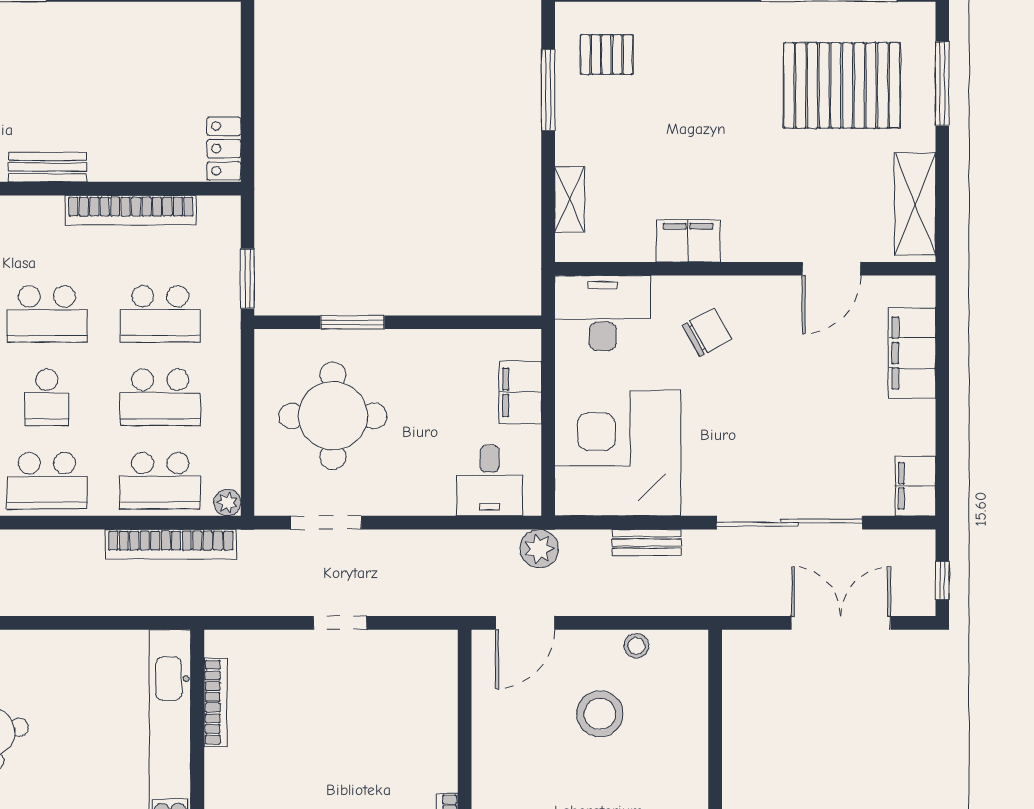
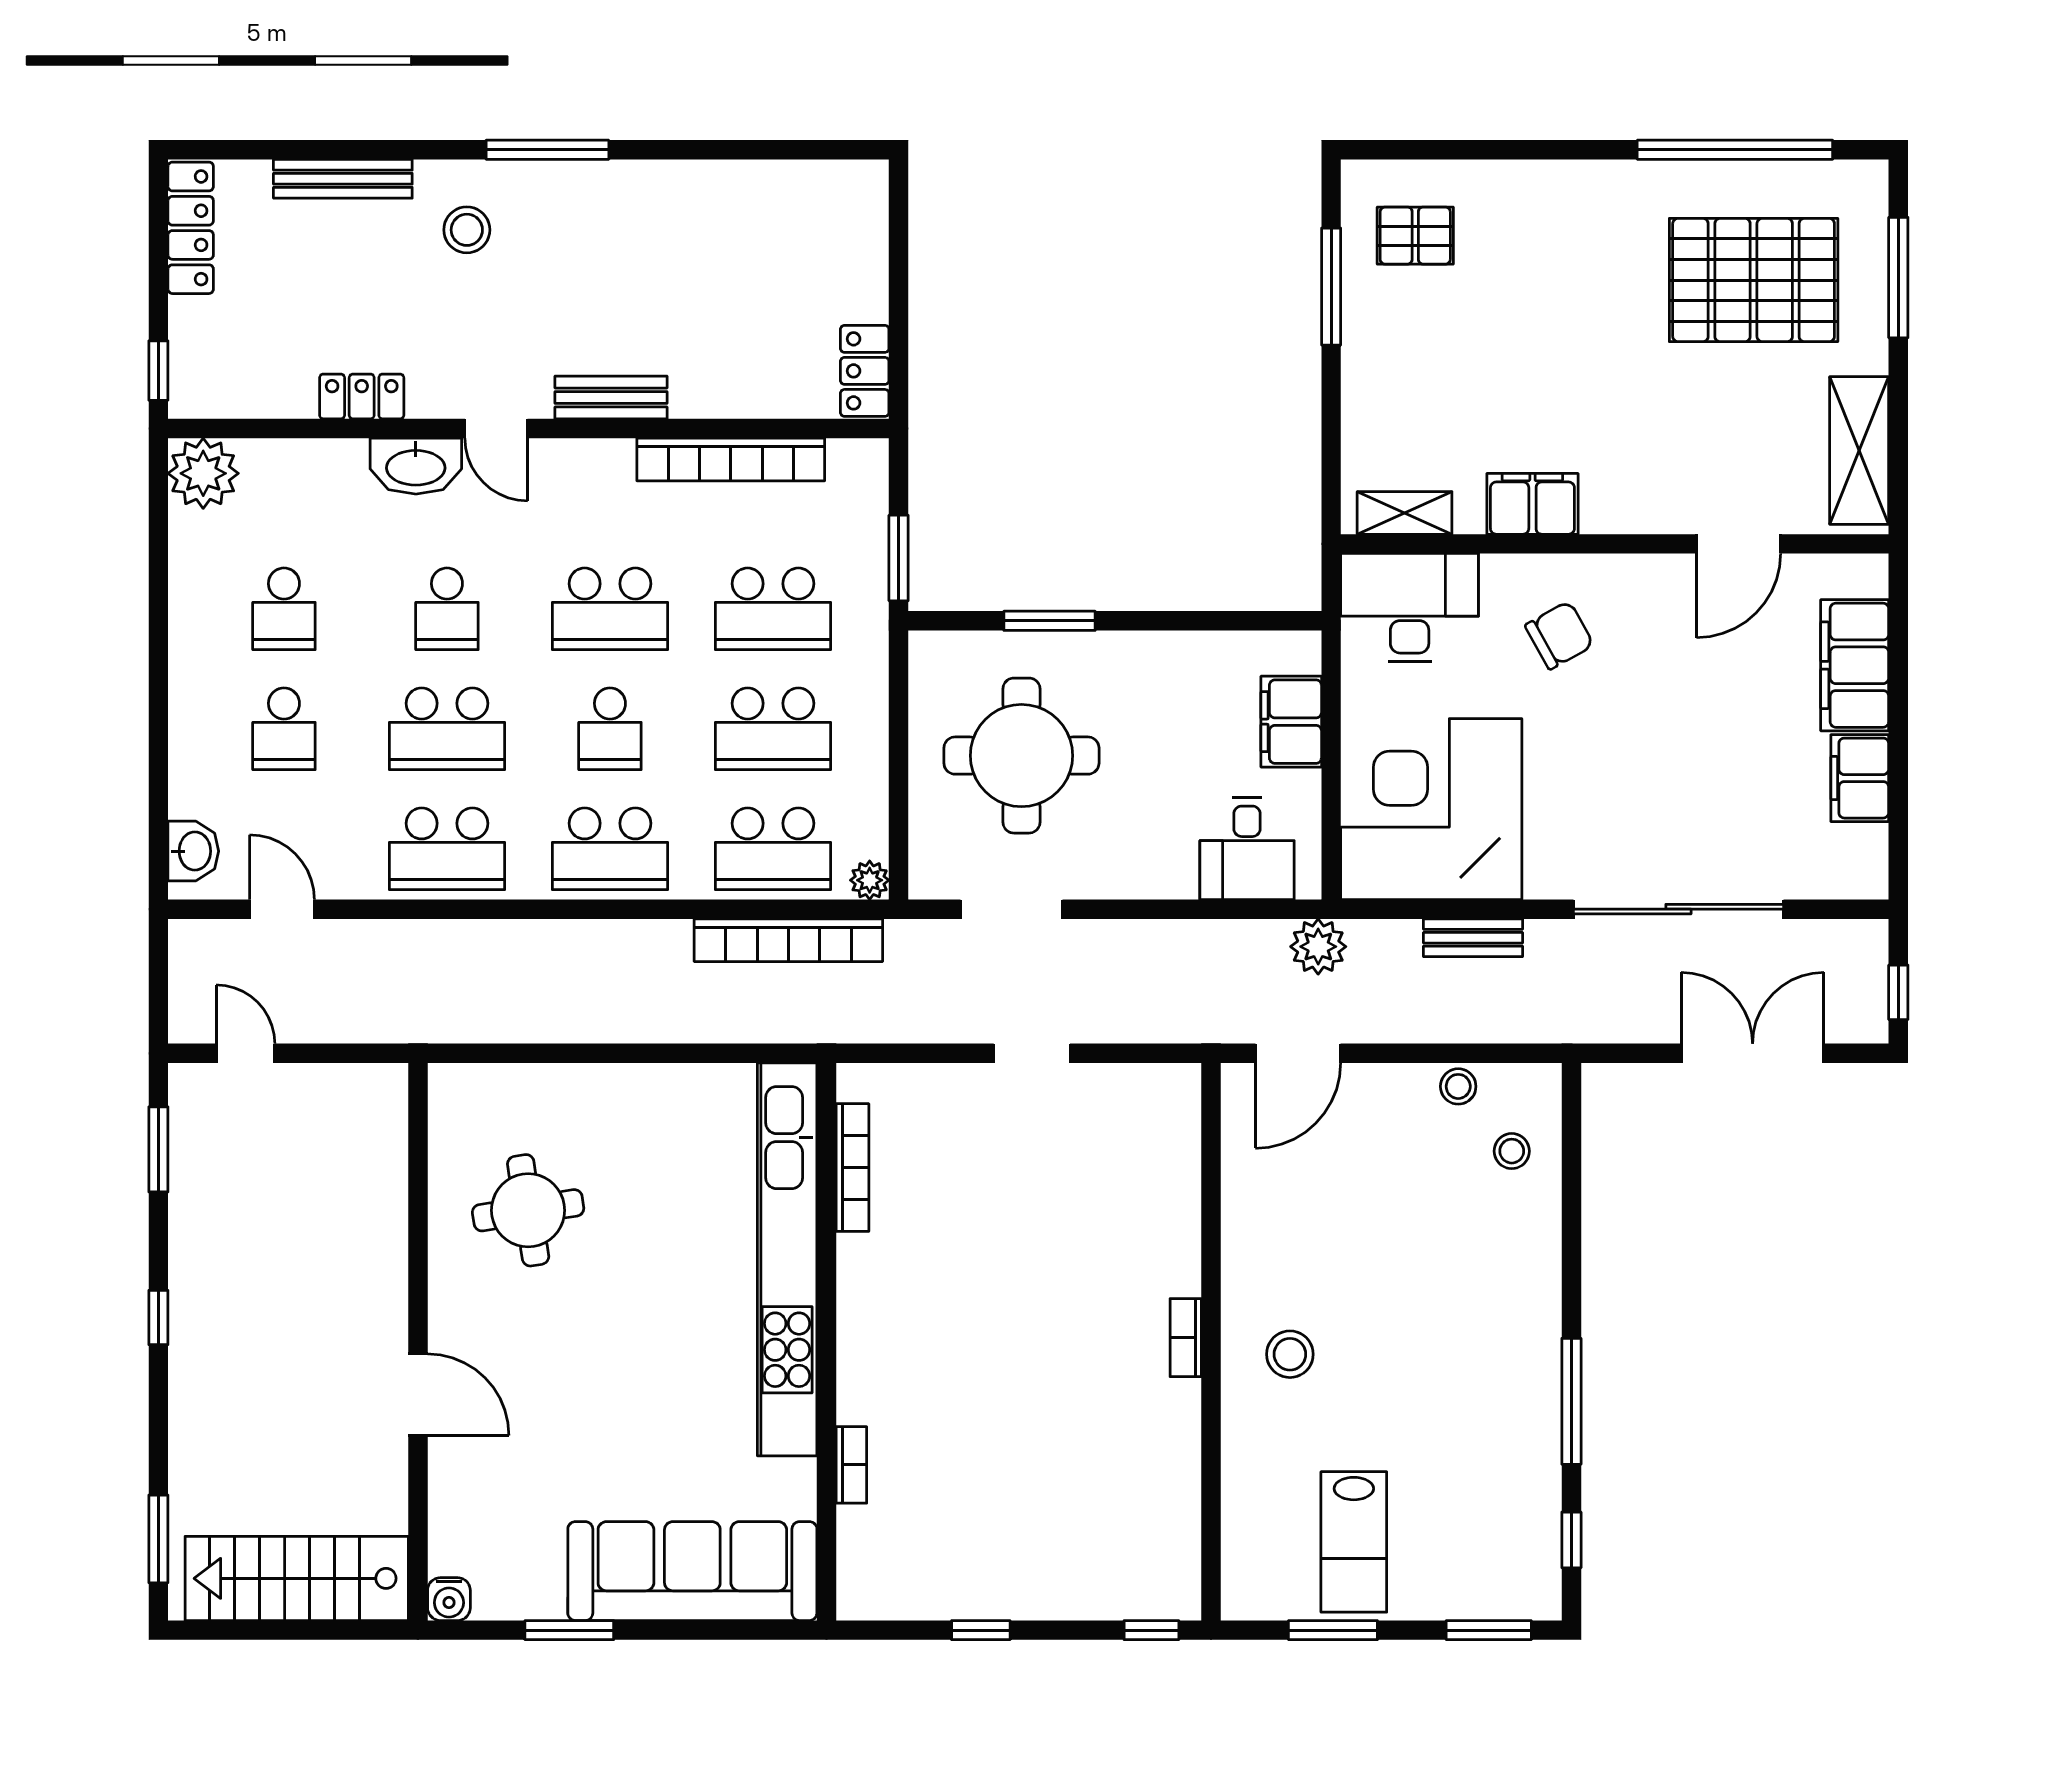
shelving: (570, 199) -> (1405, 513), moved, turned 90
filing cabinet: (915, 486) -> (1860, 778), moved
stool: (600, 714) -> (1512, 1151), moved, width x0.53, depth x0.53

